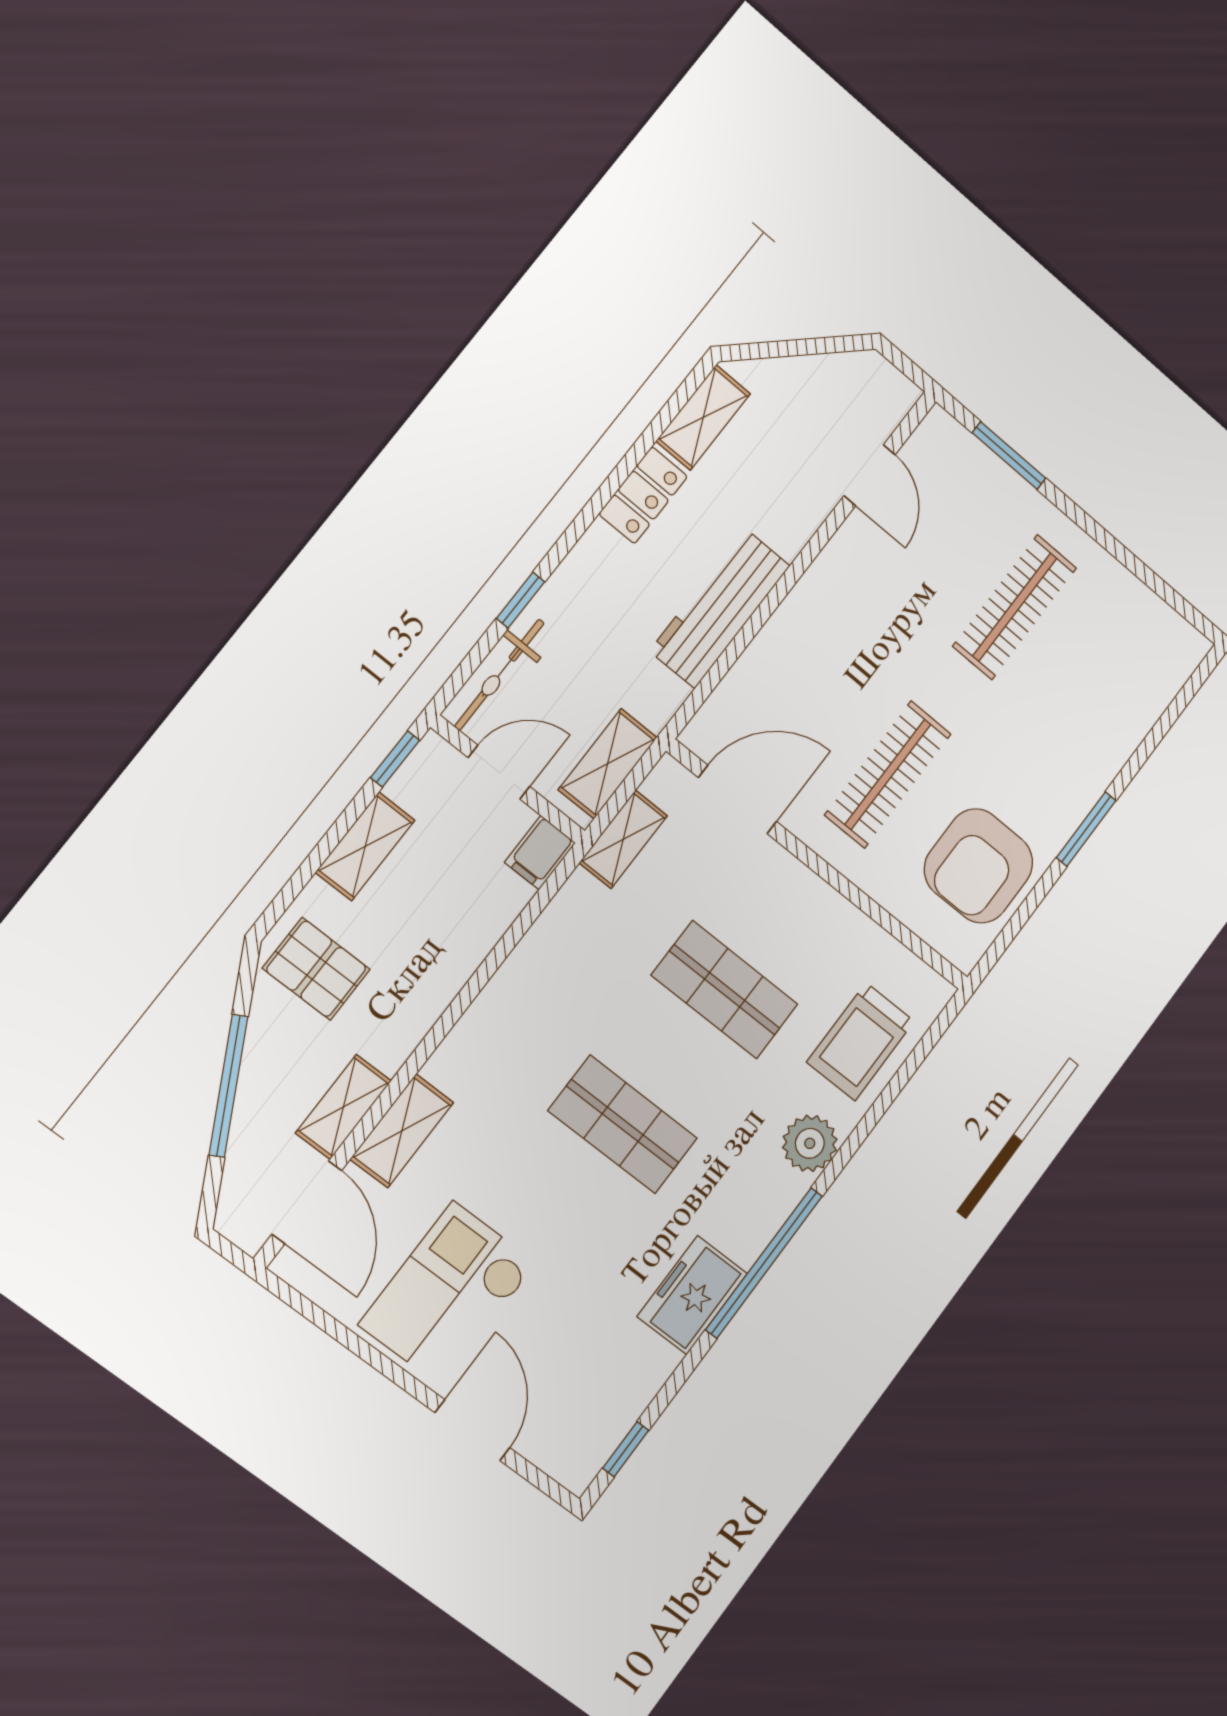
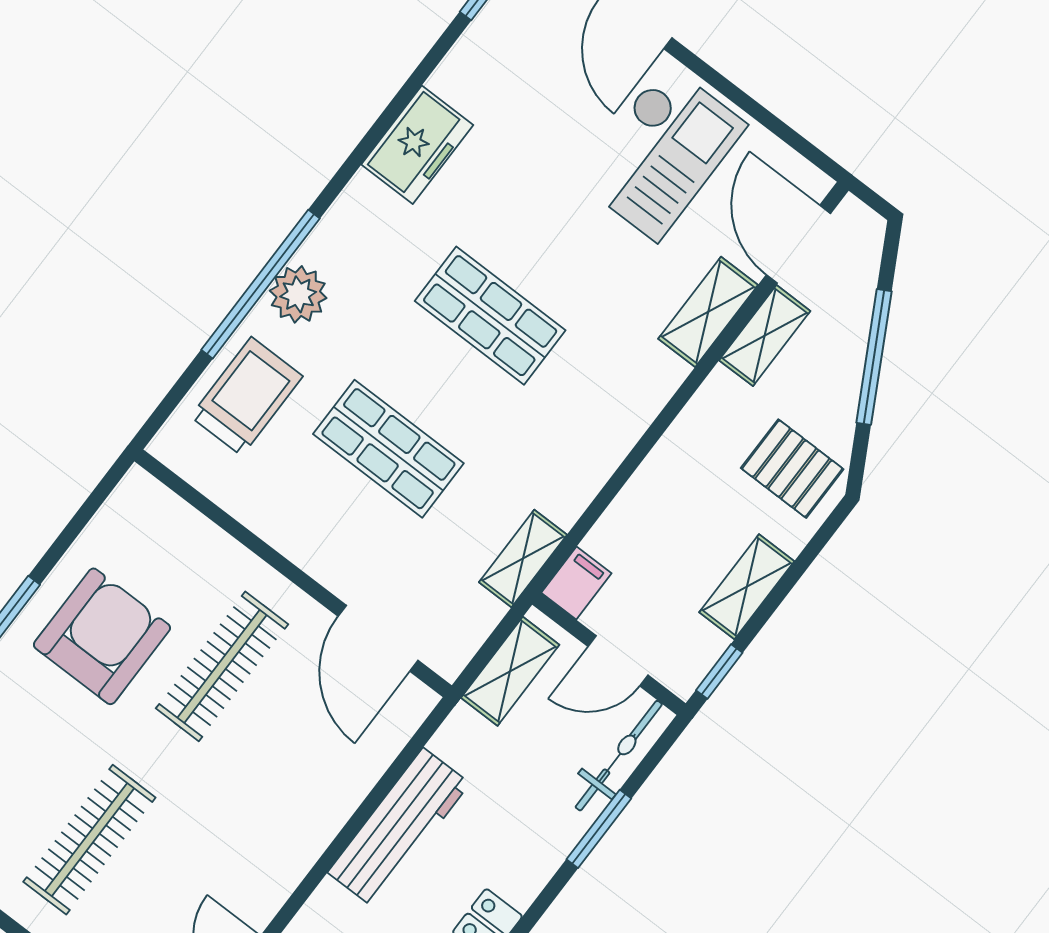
window: (521, 600) -> (599, 829), width x1.50
door: (738, 800) -> (378, 638), hinge flipped
shelving: (623, 839) -> (523, 559), moved
armchair: (979, 866) -> (102, 636), moved
window: (764, 1263) -> (260, 284), moved

